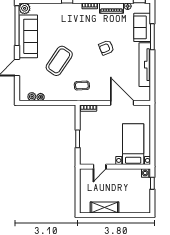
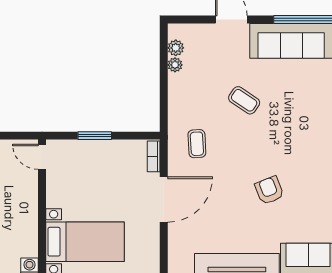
coffee table: (59, 61) -> (244, 100), width x0.54, depth x0.58
door: (122, 103) -> (164, 199), moved
door: (100, 167) -> (42, 157), moved

